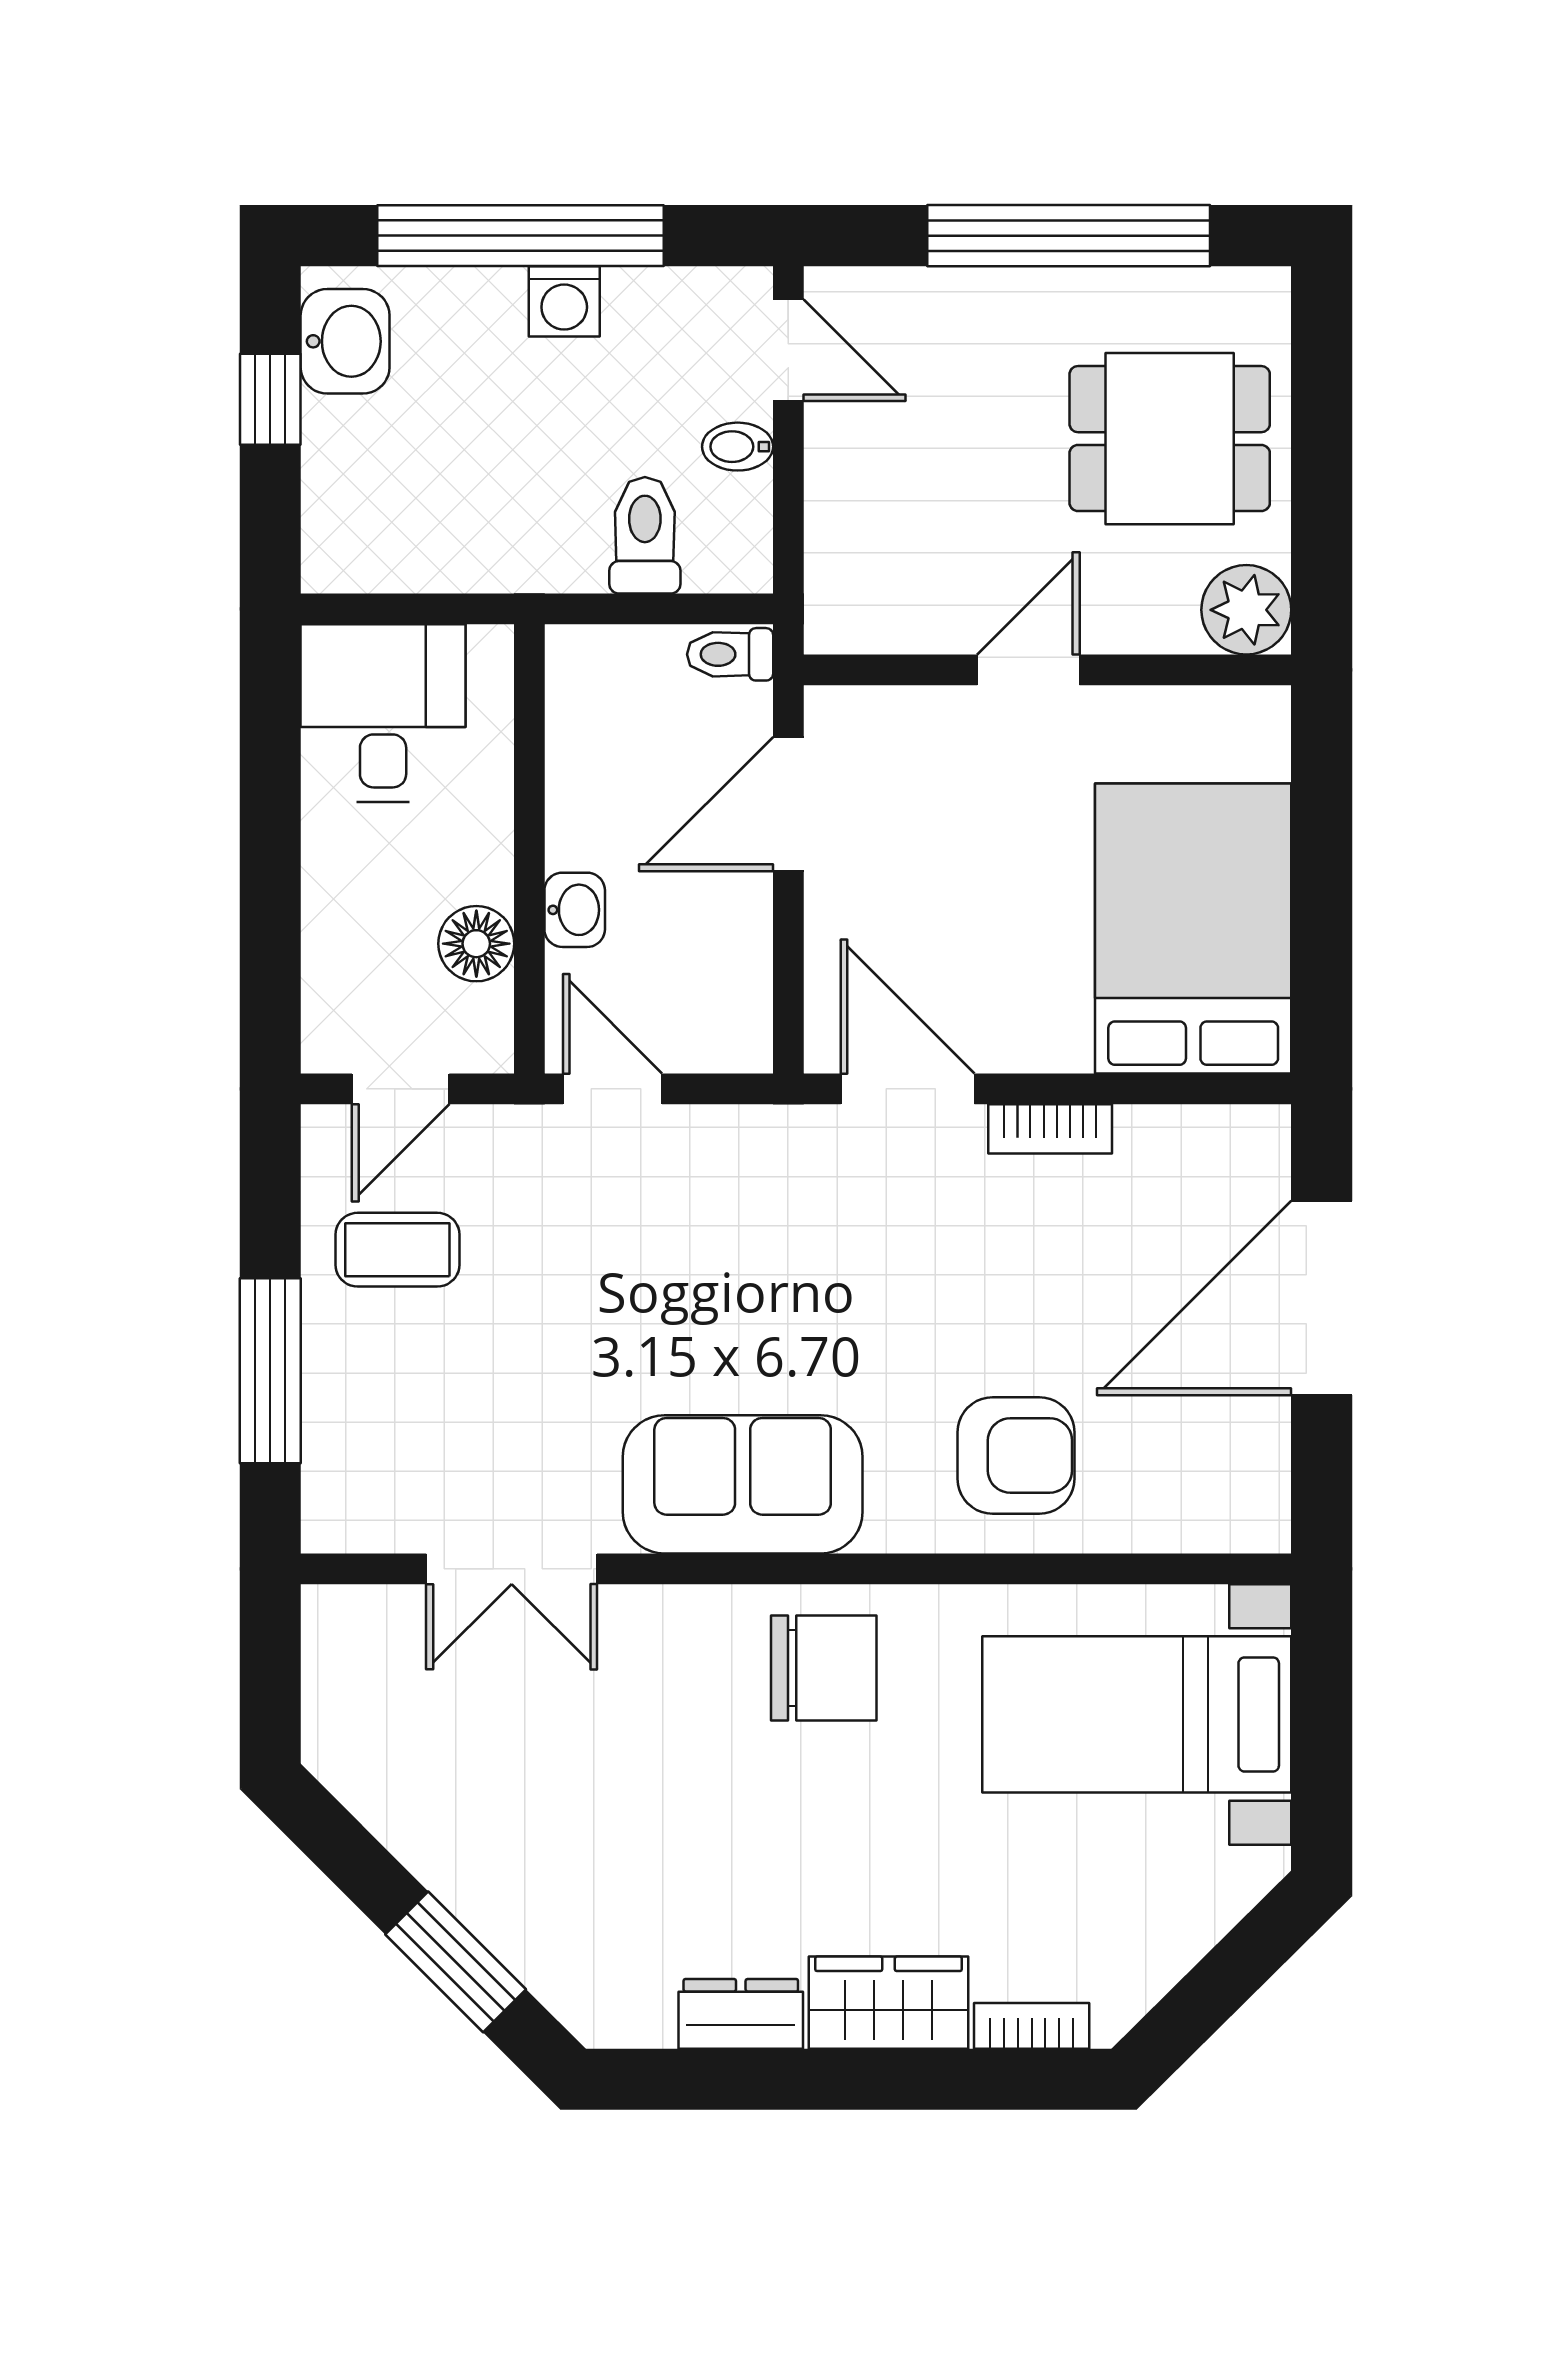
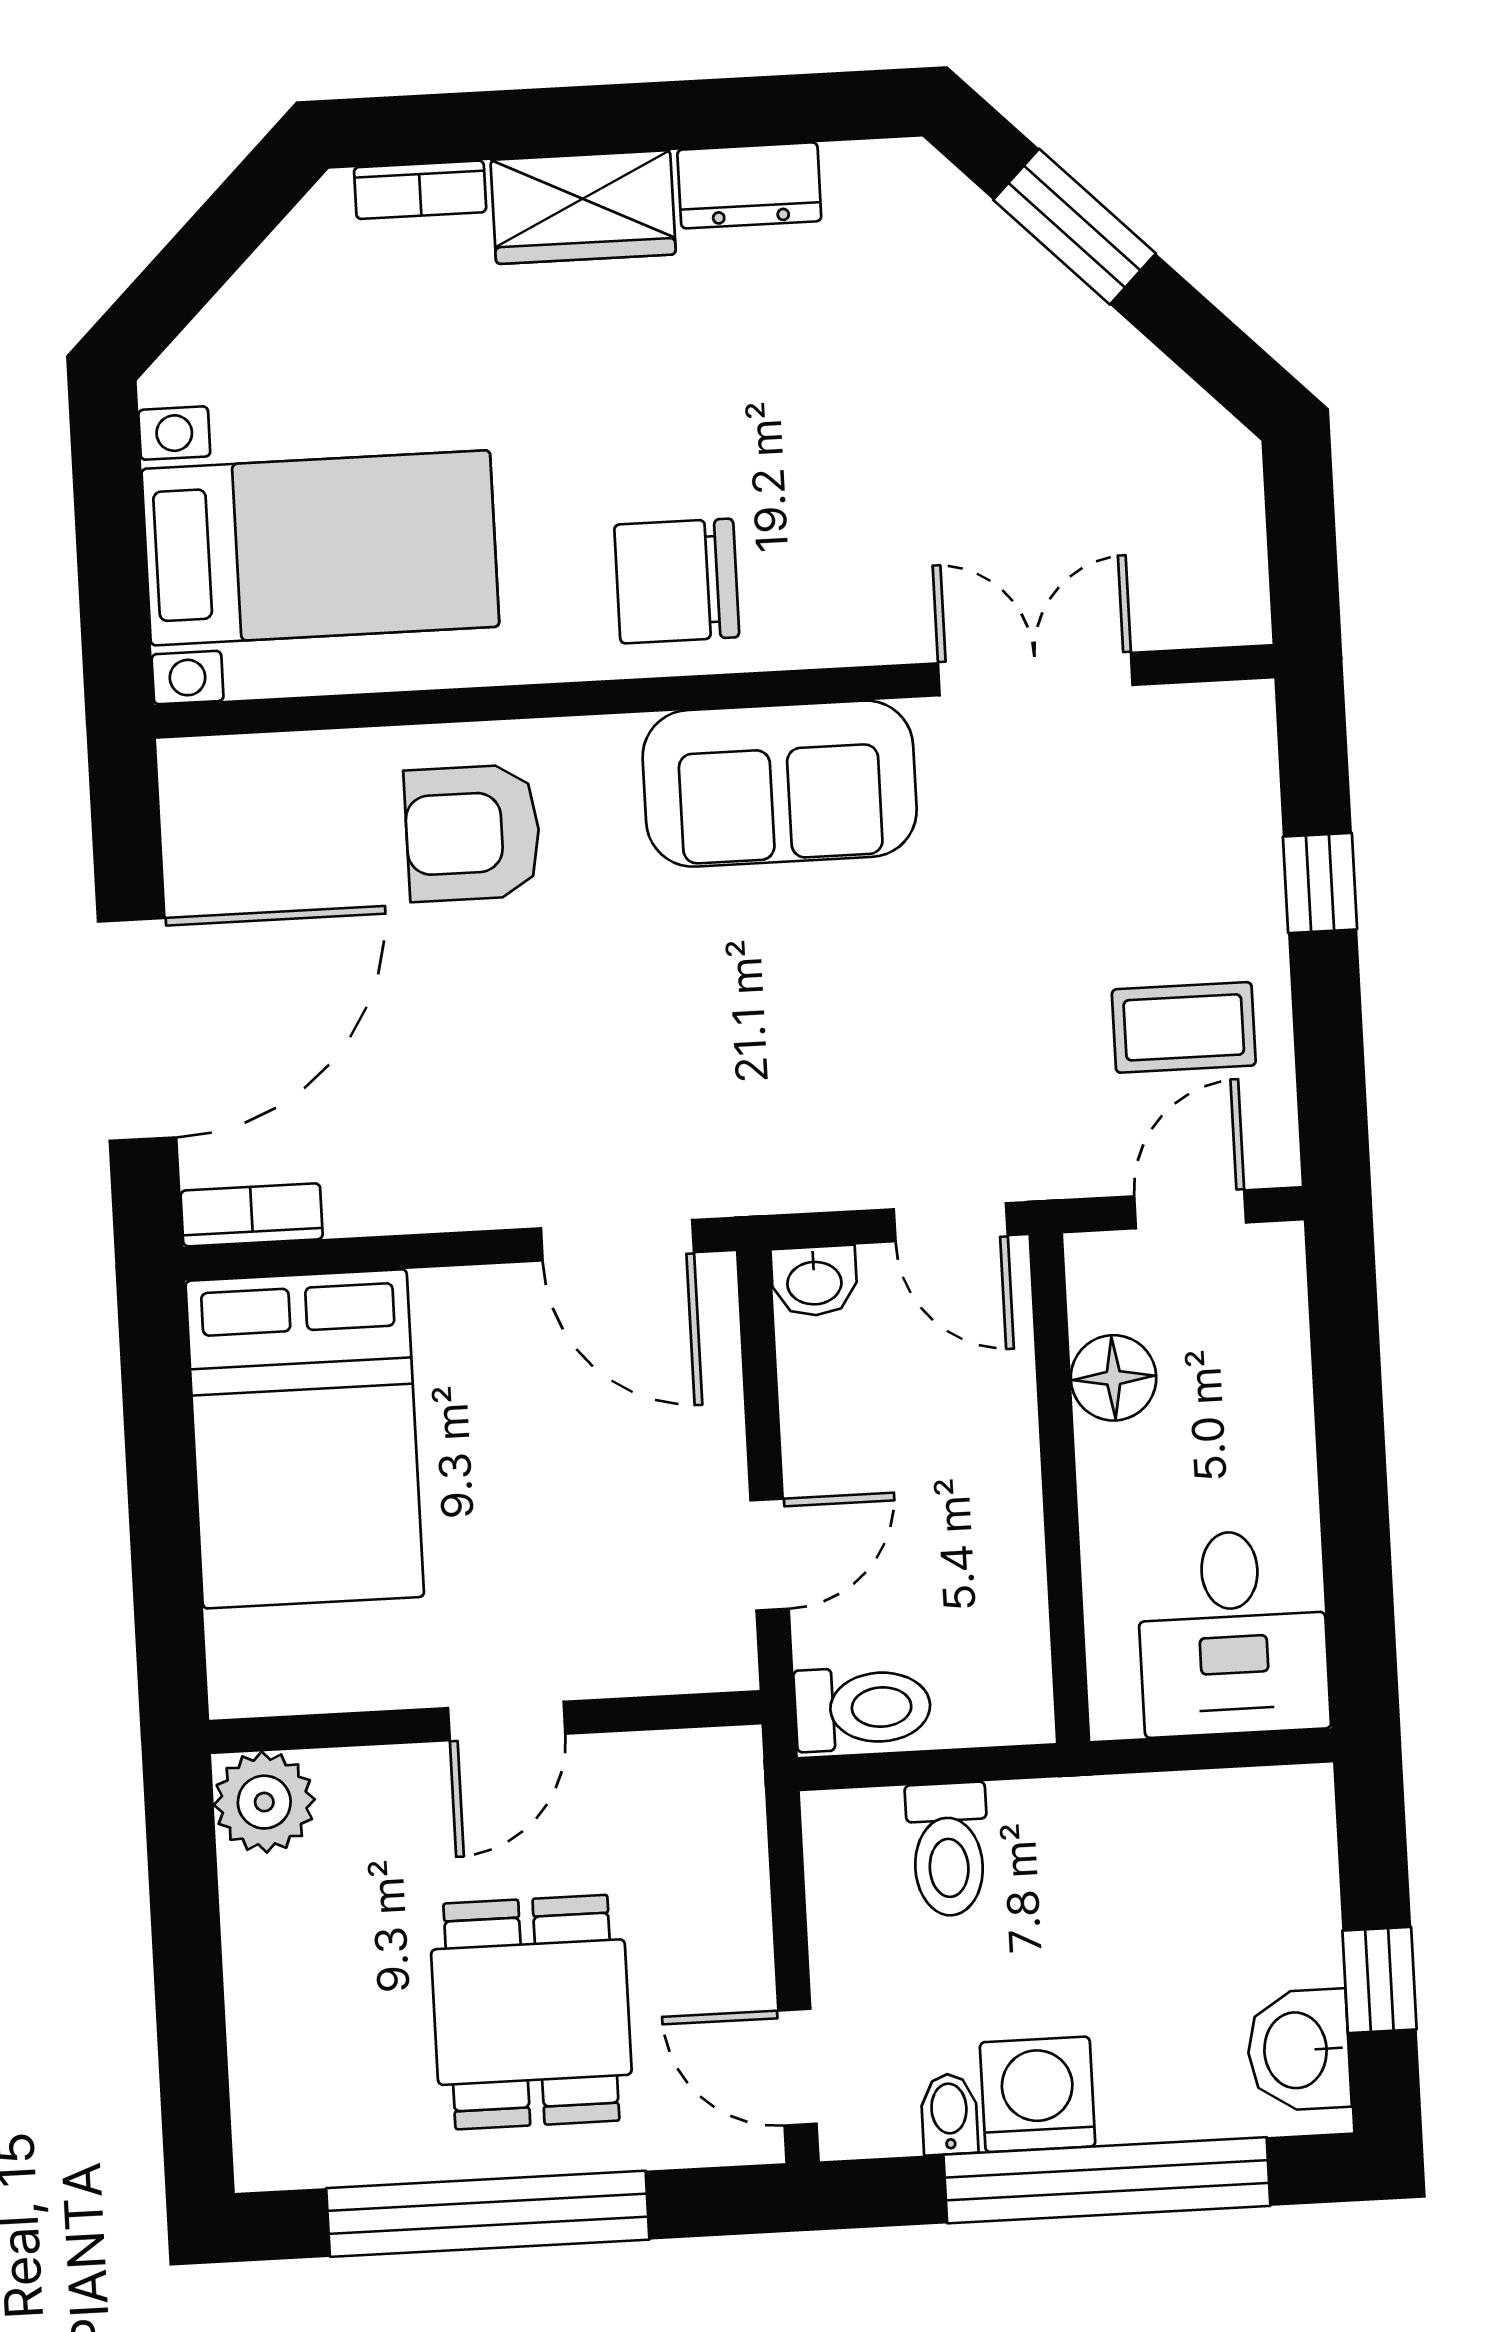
washing machine: (564, 301) -> (1038, 2094), width x1.38, depth x1.38
dining table: (1170, 439) -> (531, 2012), moved, turned 90
bidet: (738, 447) -> (949, 2114), moved, turned -90
toilet: (730, 654) -> (863, 1708), width x1.37, depth x1.39
door: (788, 804) -> (770, 1555), width x0.73
washbasin: (575, 910) -> (814, 1281), moved, turned -90
bookcase: (1050, 1129) -> (252, 1215), moved
window: (270, 1371) -> (1320, 883), width x0.46

